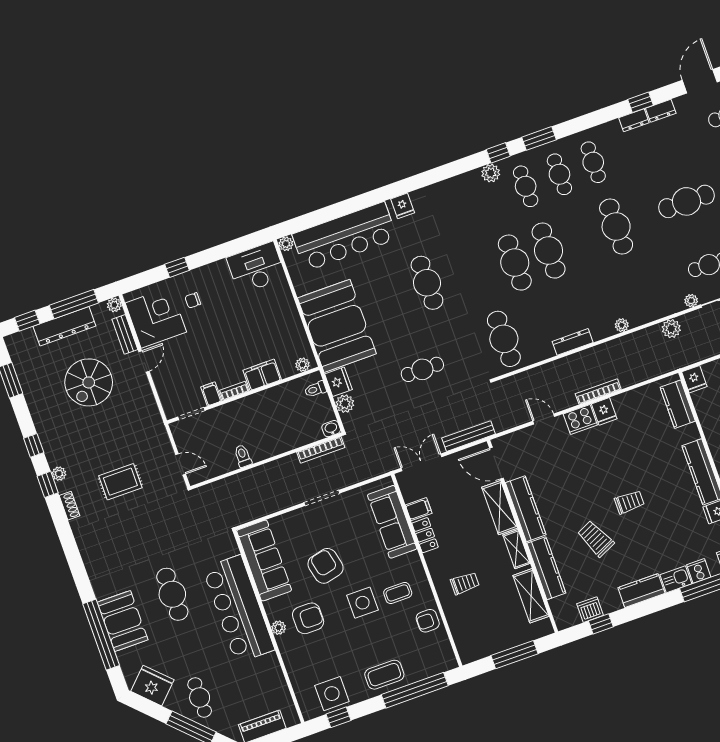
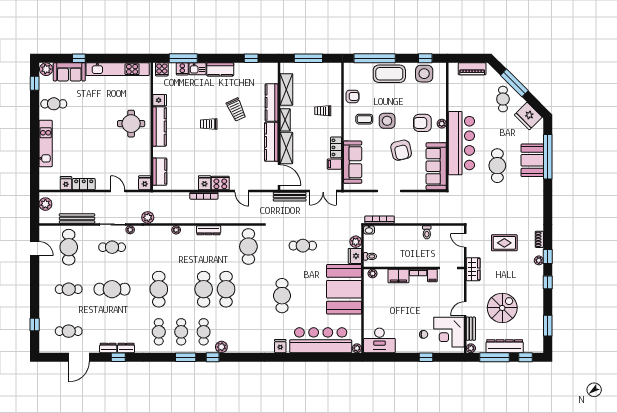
wardrobe: (153, 425) -> (473, 269), added
dishwasher: (590, 610) -> (254, 69), removed
coffee table: (384, 675) -> (389, 74), width x1.36, depth x1.32

